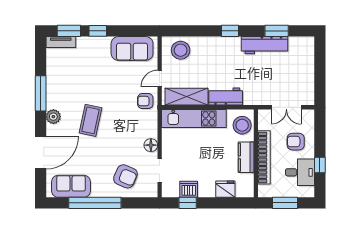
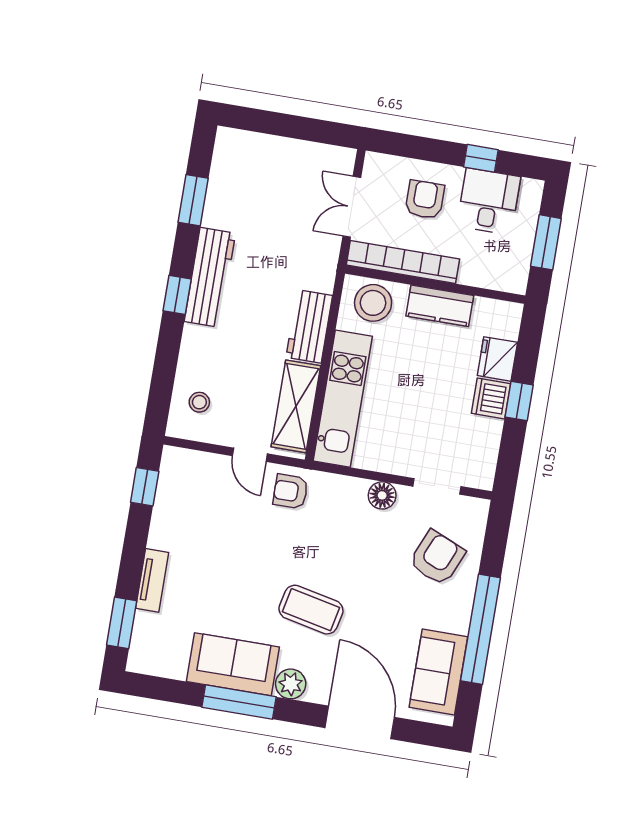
window: (98, 31) -> (145, 487), moved
tv unit: (61, 42) -> (152, 580), moved
workbench: (265, 45) -> (210, 277), moved
sofa: (132, 48) -> (233, 664), moved, turned -90
stool: (181, 50) -> (199, 402), width x0.53, depth x0.53
armchair: (145, 101) -> (291, 491), turned 90
double door: (286, 107) -> (352, 207), swing flipped
armchair: (296, 142) -> (425, 200), turned 180
bookcase: (264, 157) -> (403, 262), moved
dishwasher: (189, 189) -> (491, 398), moved
window: (188, 203) -> (519, 401), moved

